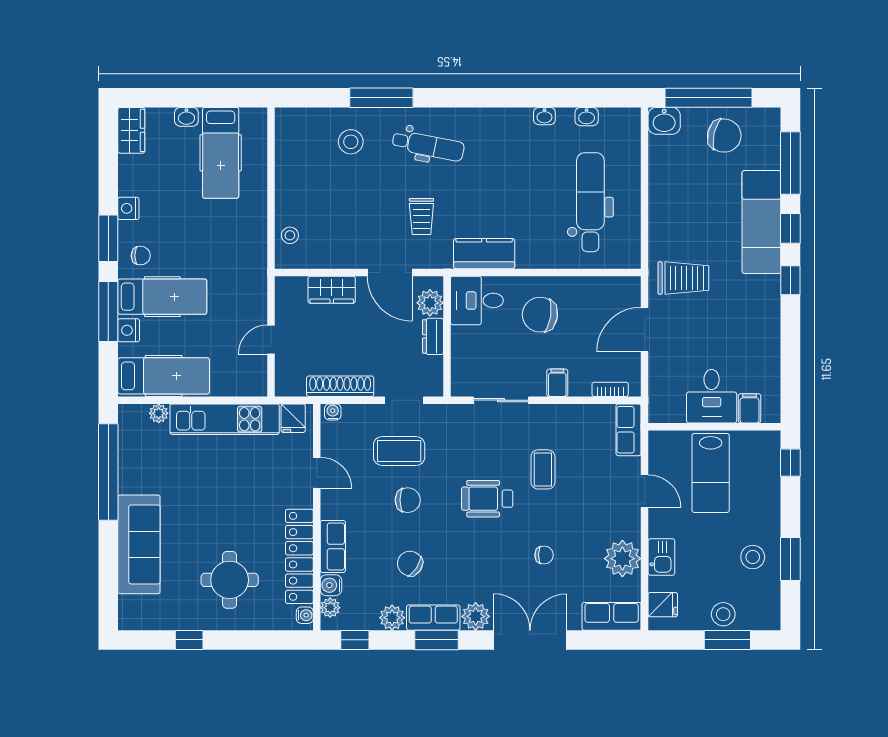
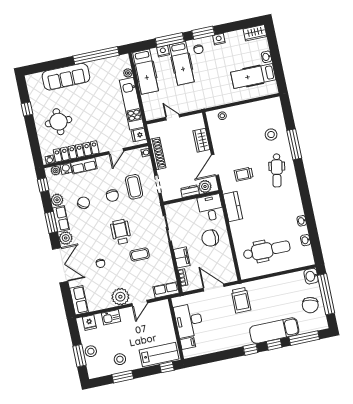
chair: (540, 315) -> (210, 238), turned -99
filing cabinet: (557, 383) -> (182, 257), width x2.00
desk: (712, 396) -> (189, 320), width x1.37
lab bench: (711, 473) -> (159, 354), moved, turned 180
plant: (622, 559) -> (120, 297), moved

